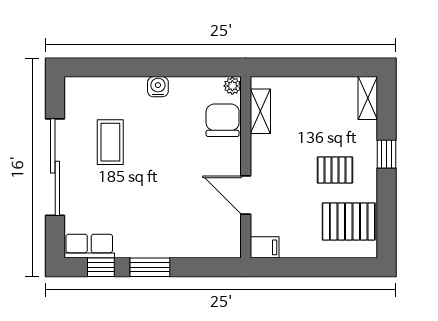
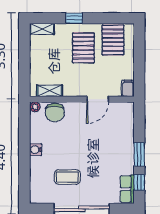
chair: (223, 120) -> (55, 112), turned -90
pallet: (335, 170) -> (83, 48), width x1.50, depth x1.42

